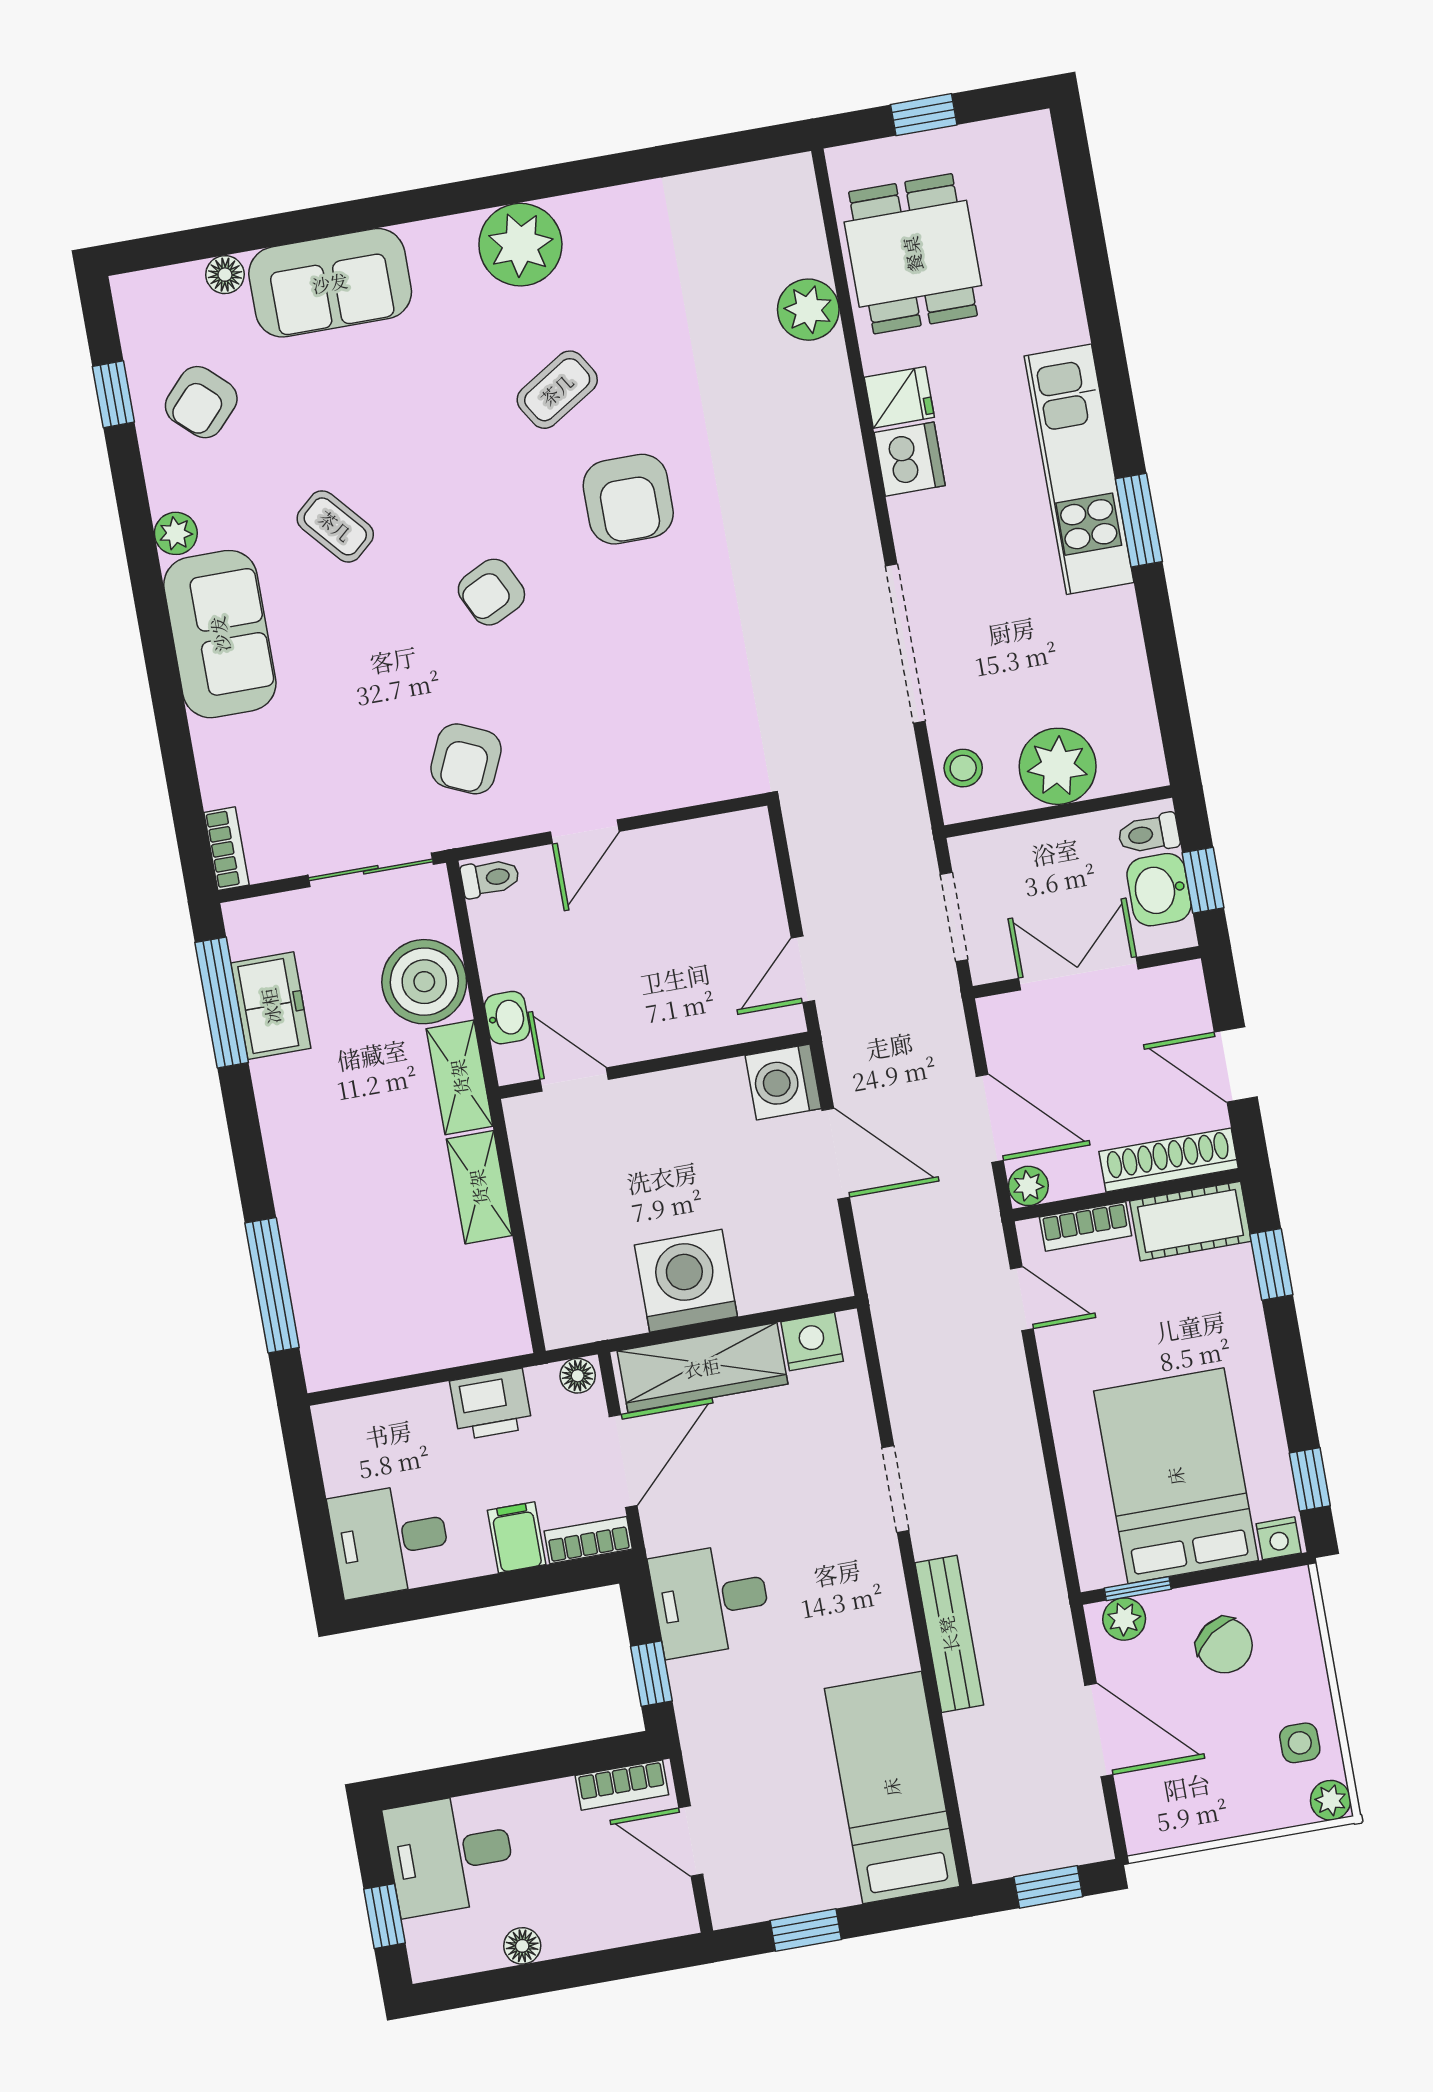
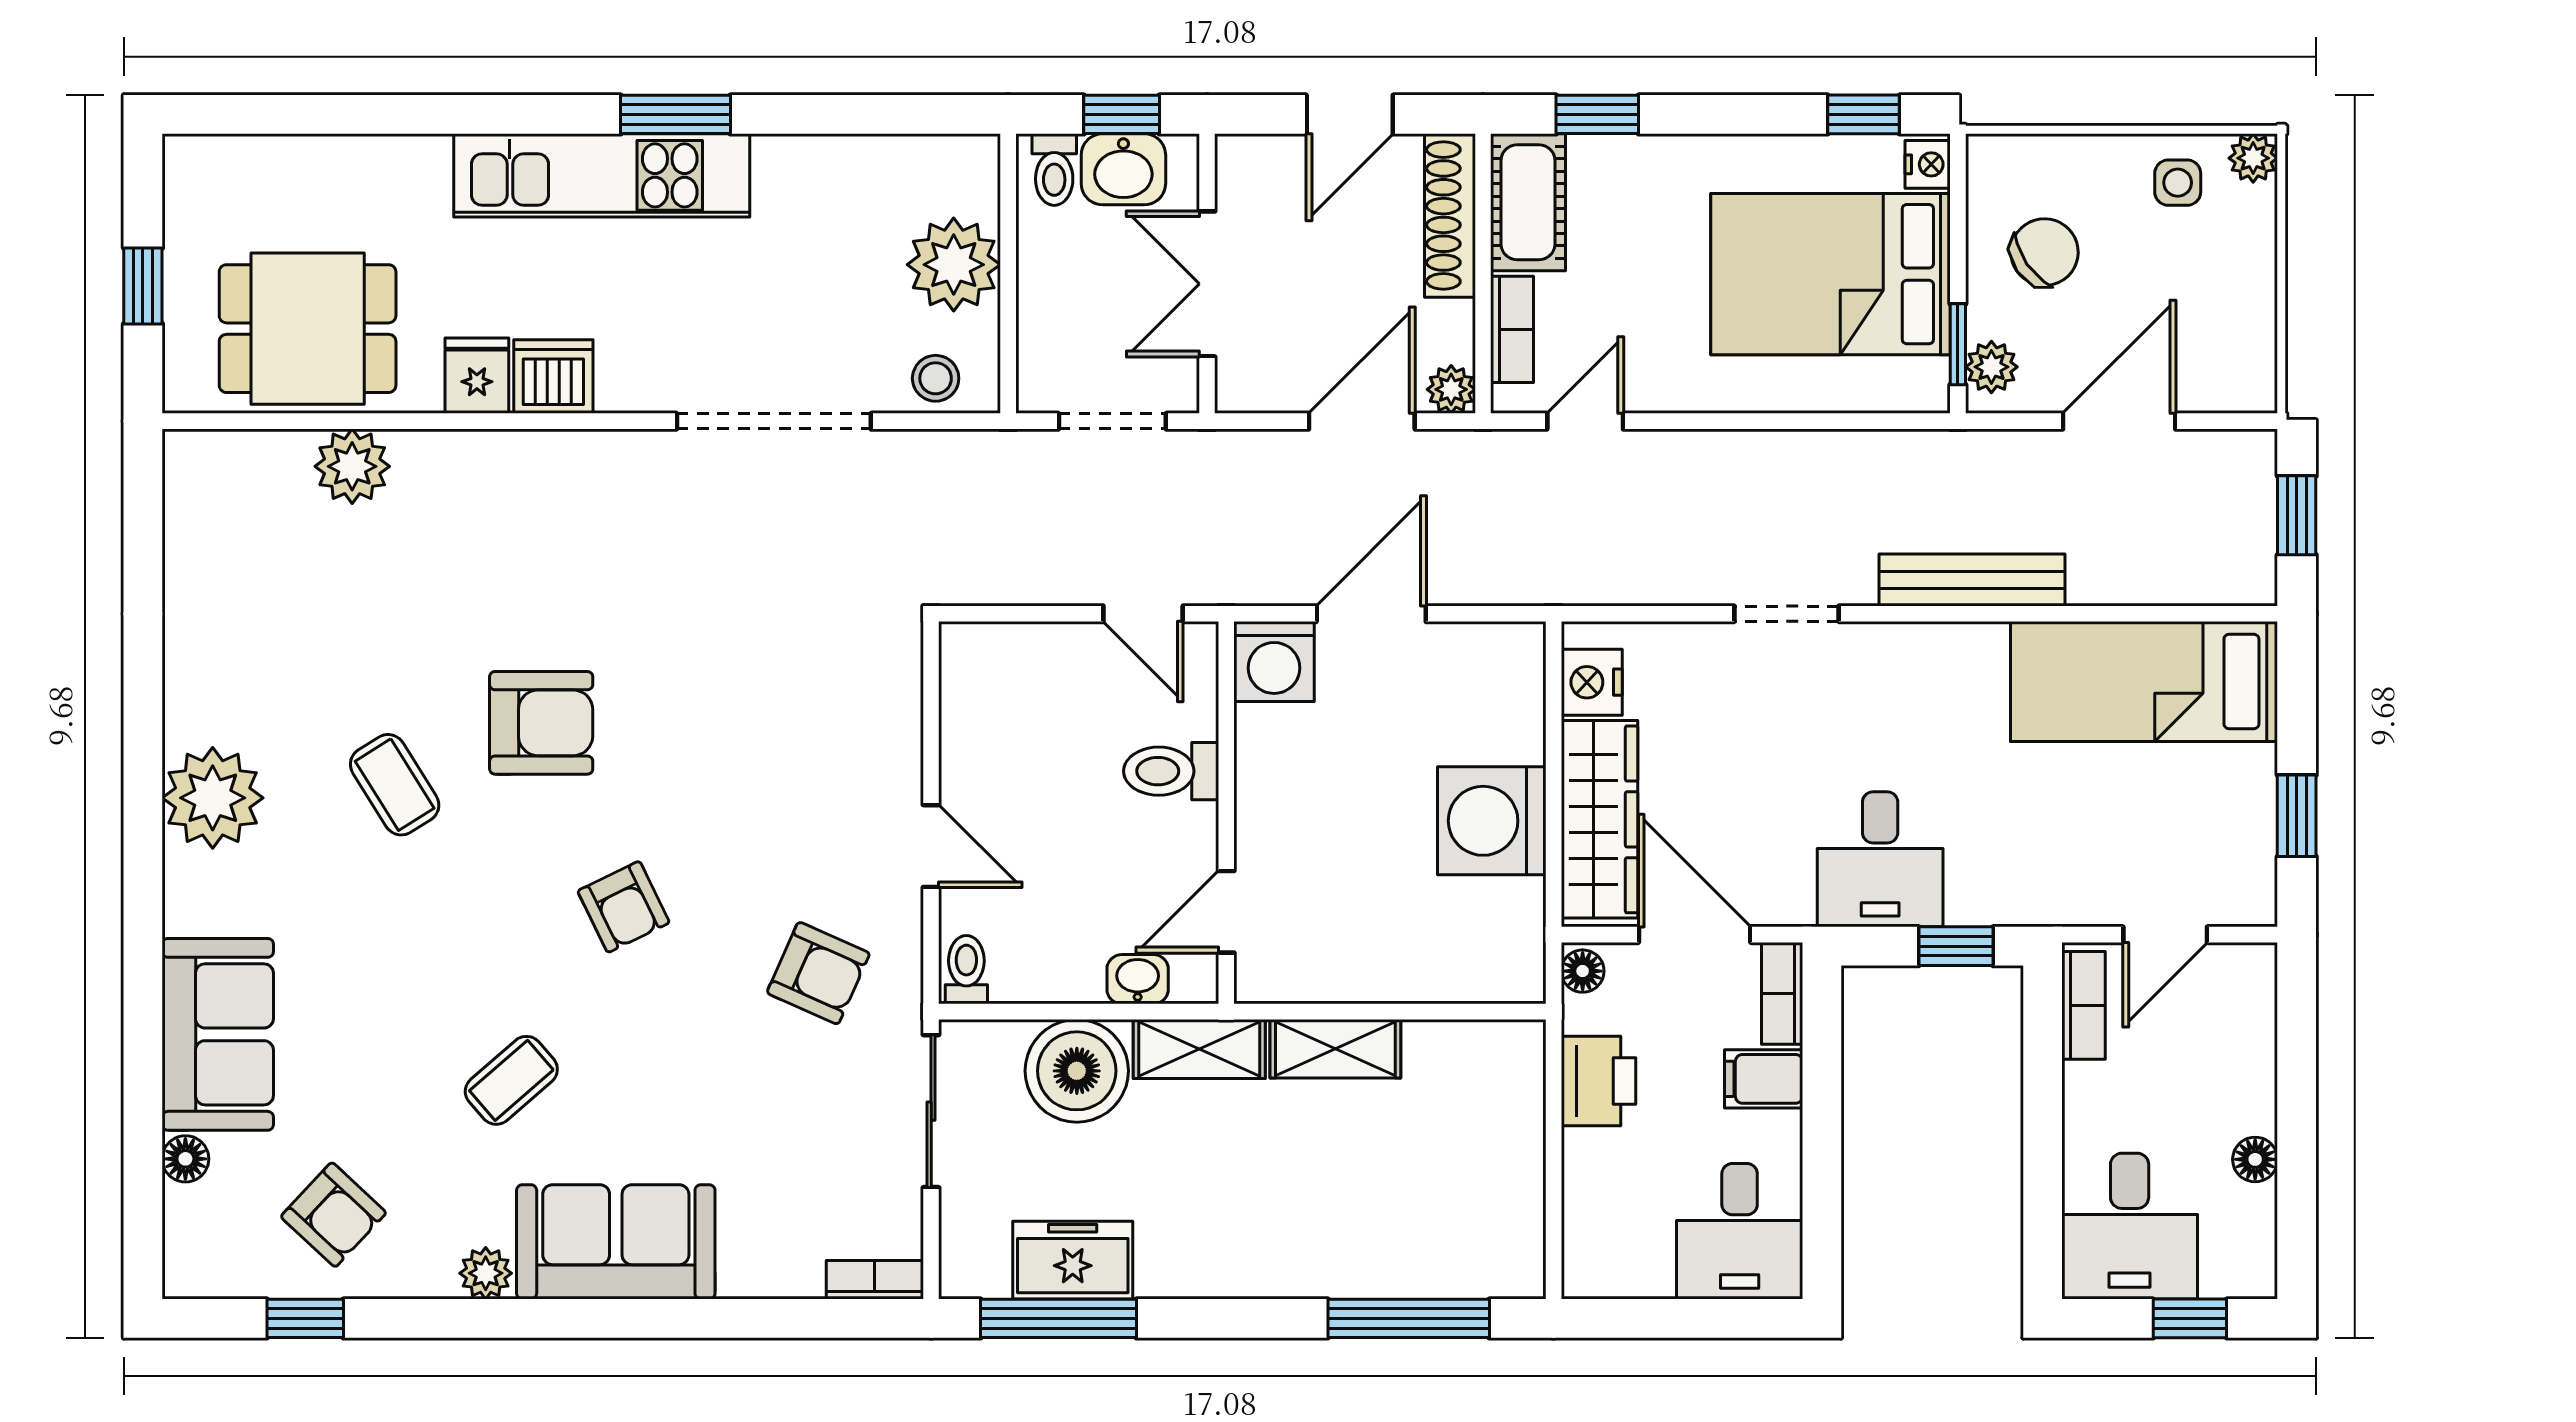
toilet: (680, 1015) -> (1171, 771), added

